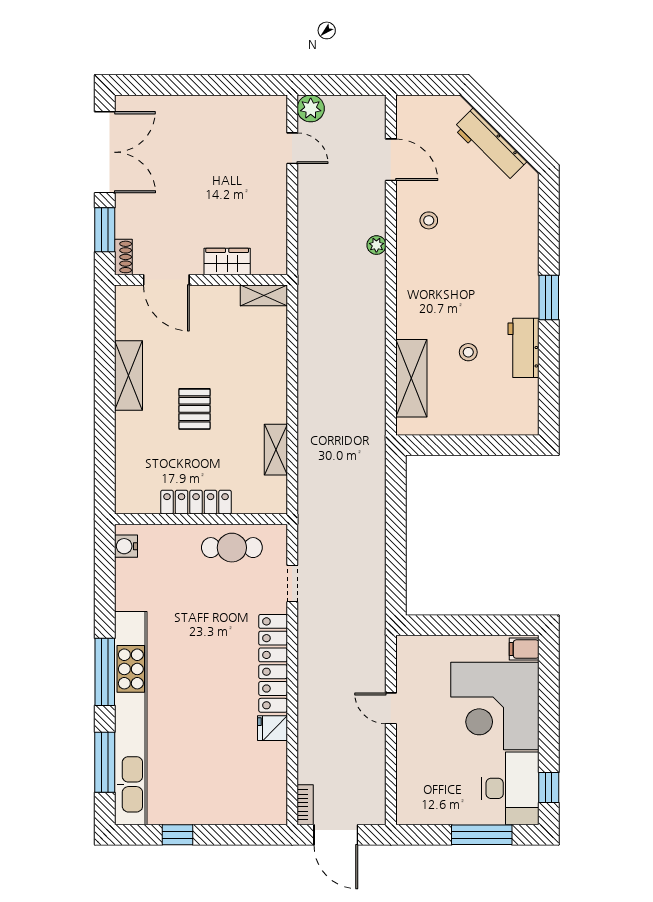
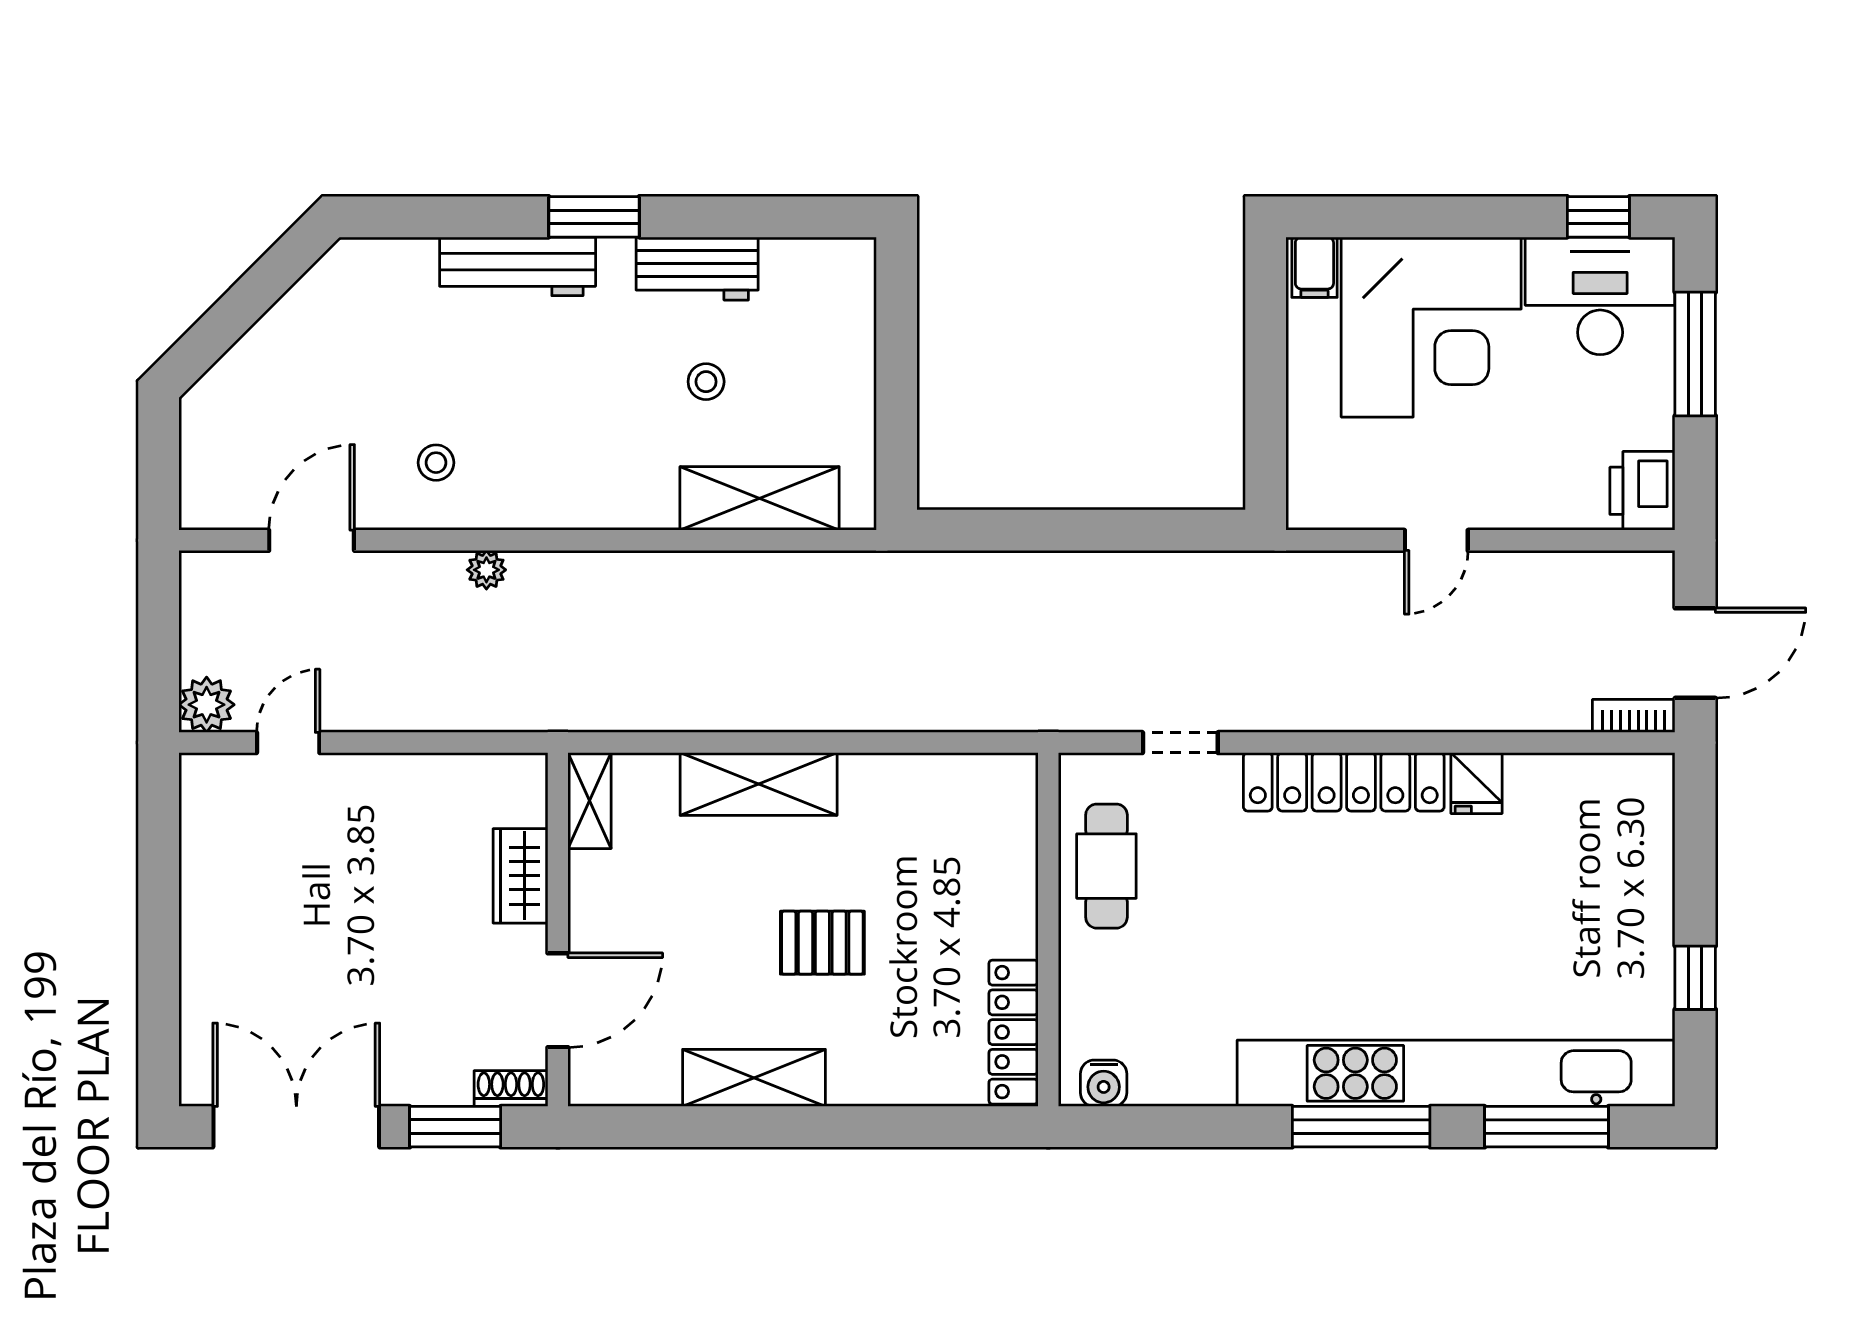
workbench: (490, 145) -> (518, 266), moved, turned 45
shelving: (276, 450) -> (759, 784), moved, width x1.50, depth x1.33
locker: (196, 502) -> (1013, 1032), moved
printer: (415, 809) -> (1642, 491), added

